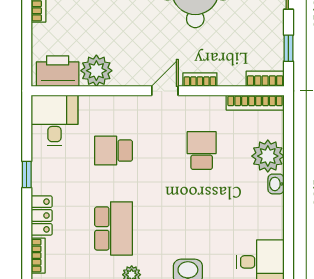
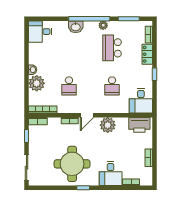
plant: (96, 71) -> (108, 125), moved
school desk: (114, 151) -> (112, 86), turned 90

